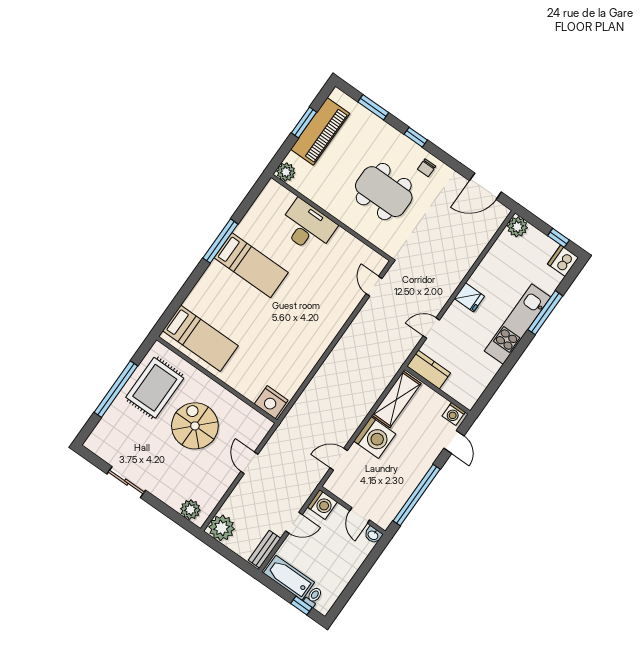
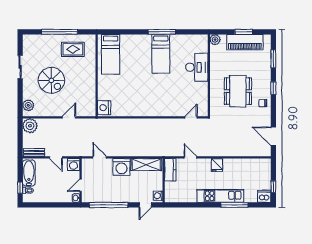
plant: (517, 227) -> (265, 164), removed
rug: (155, 388) -> (73, 49), width x0.73, depth x0.70
spiral stairs: (195, 426) -> (51, 80), moved, turned 90

